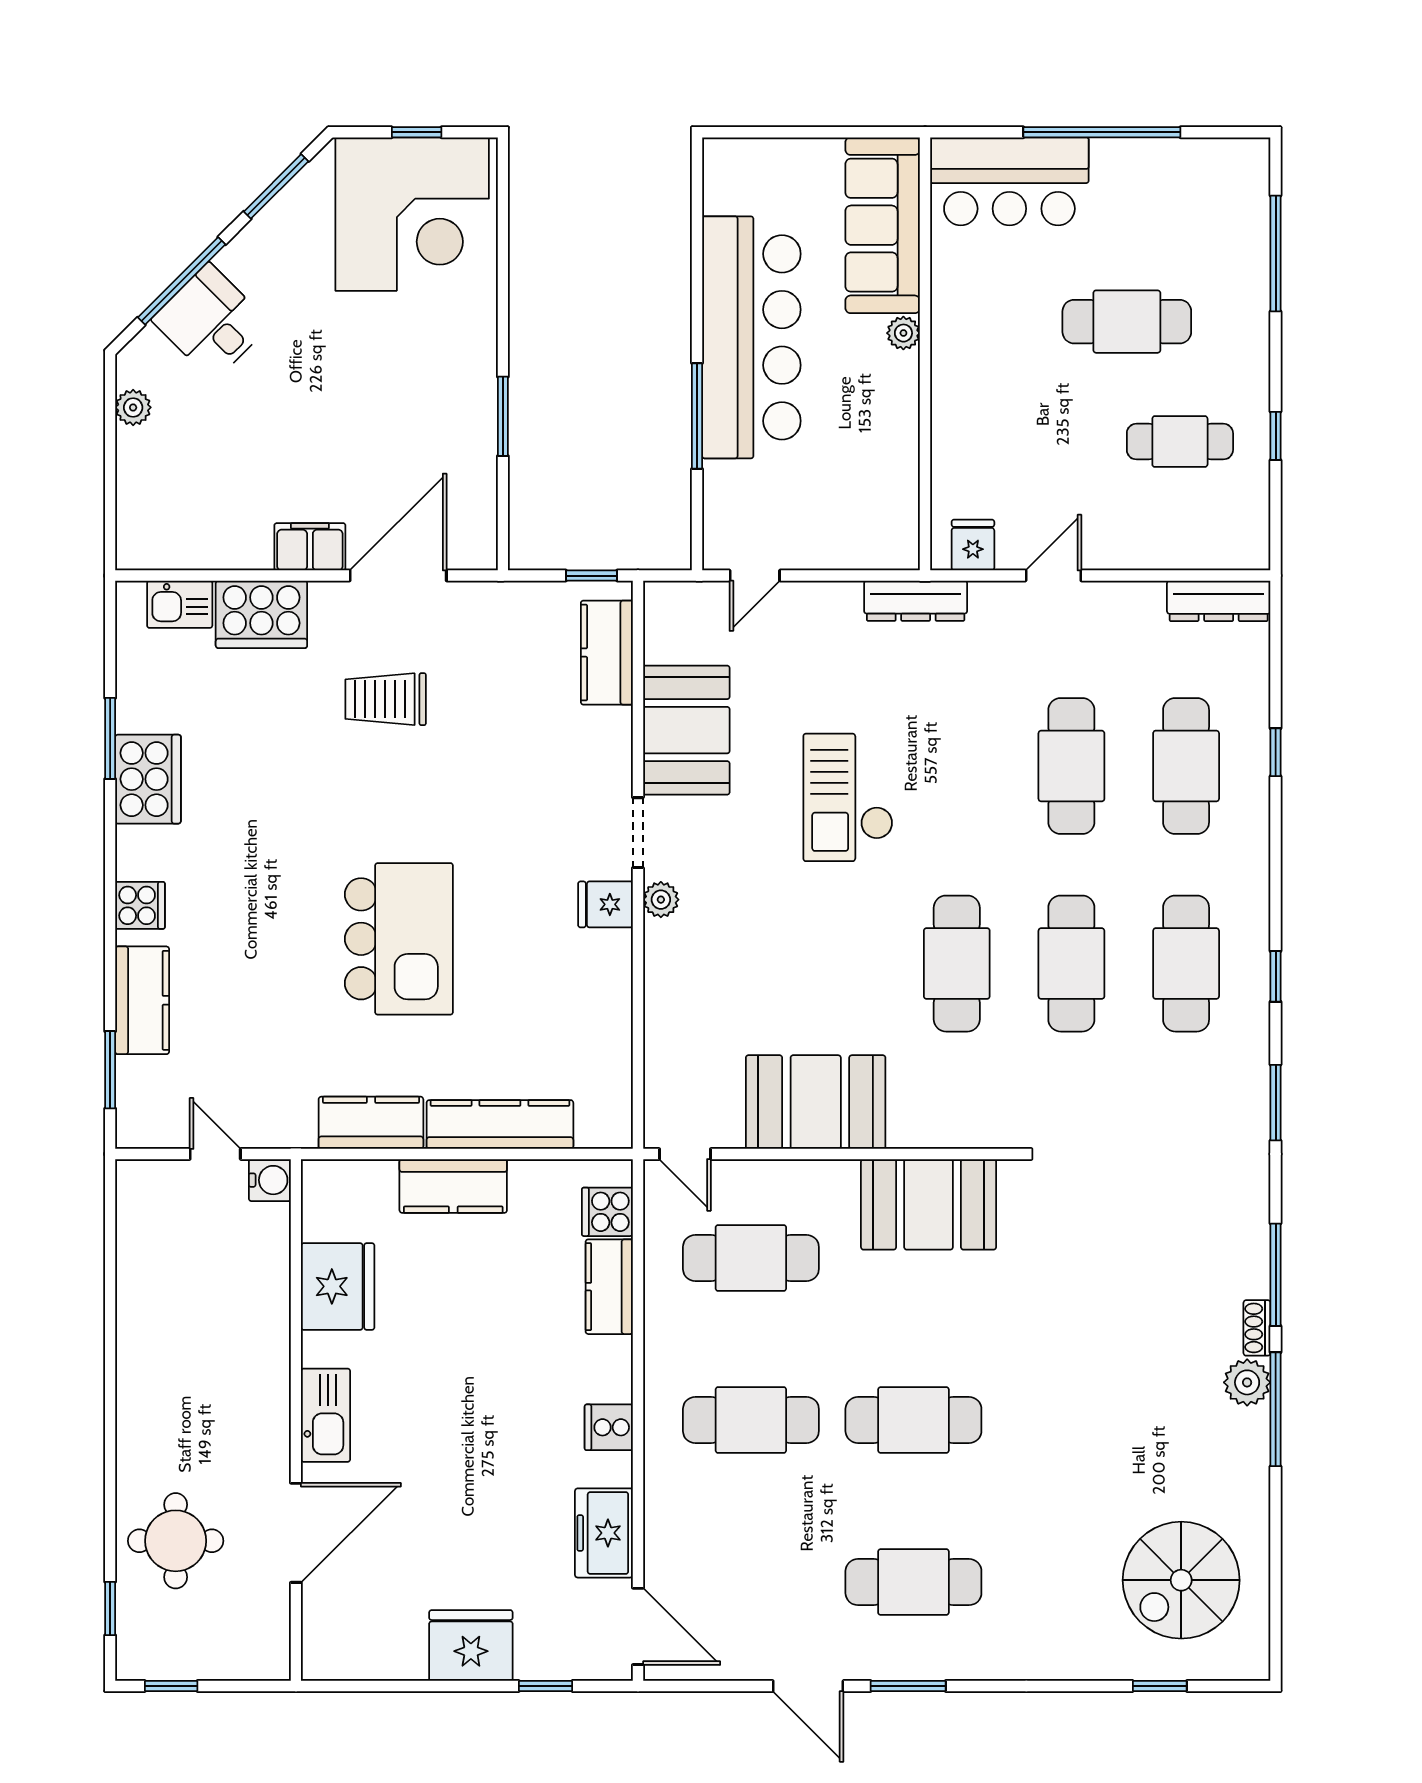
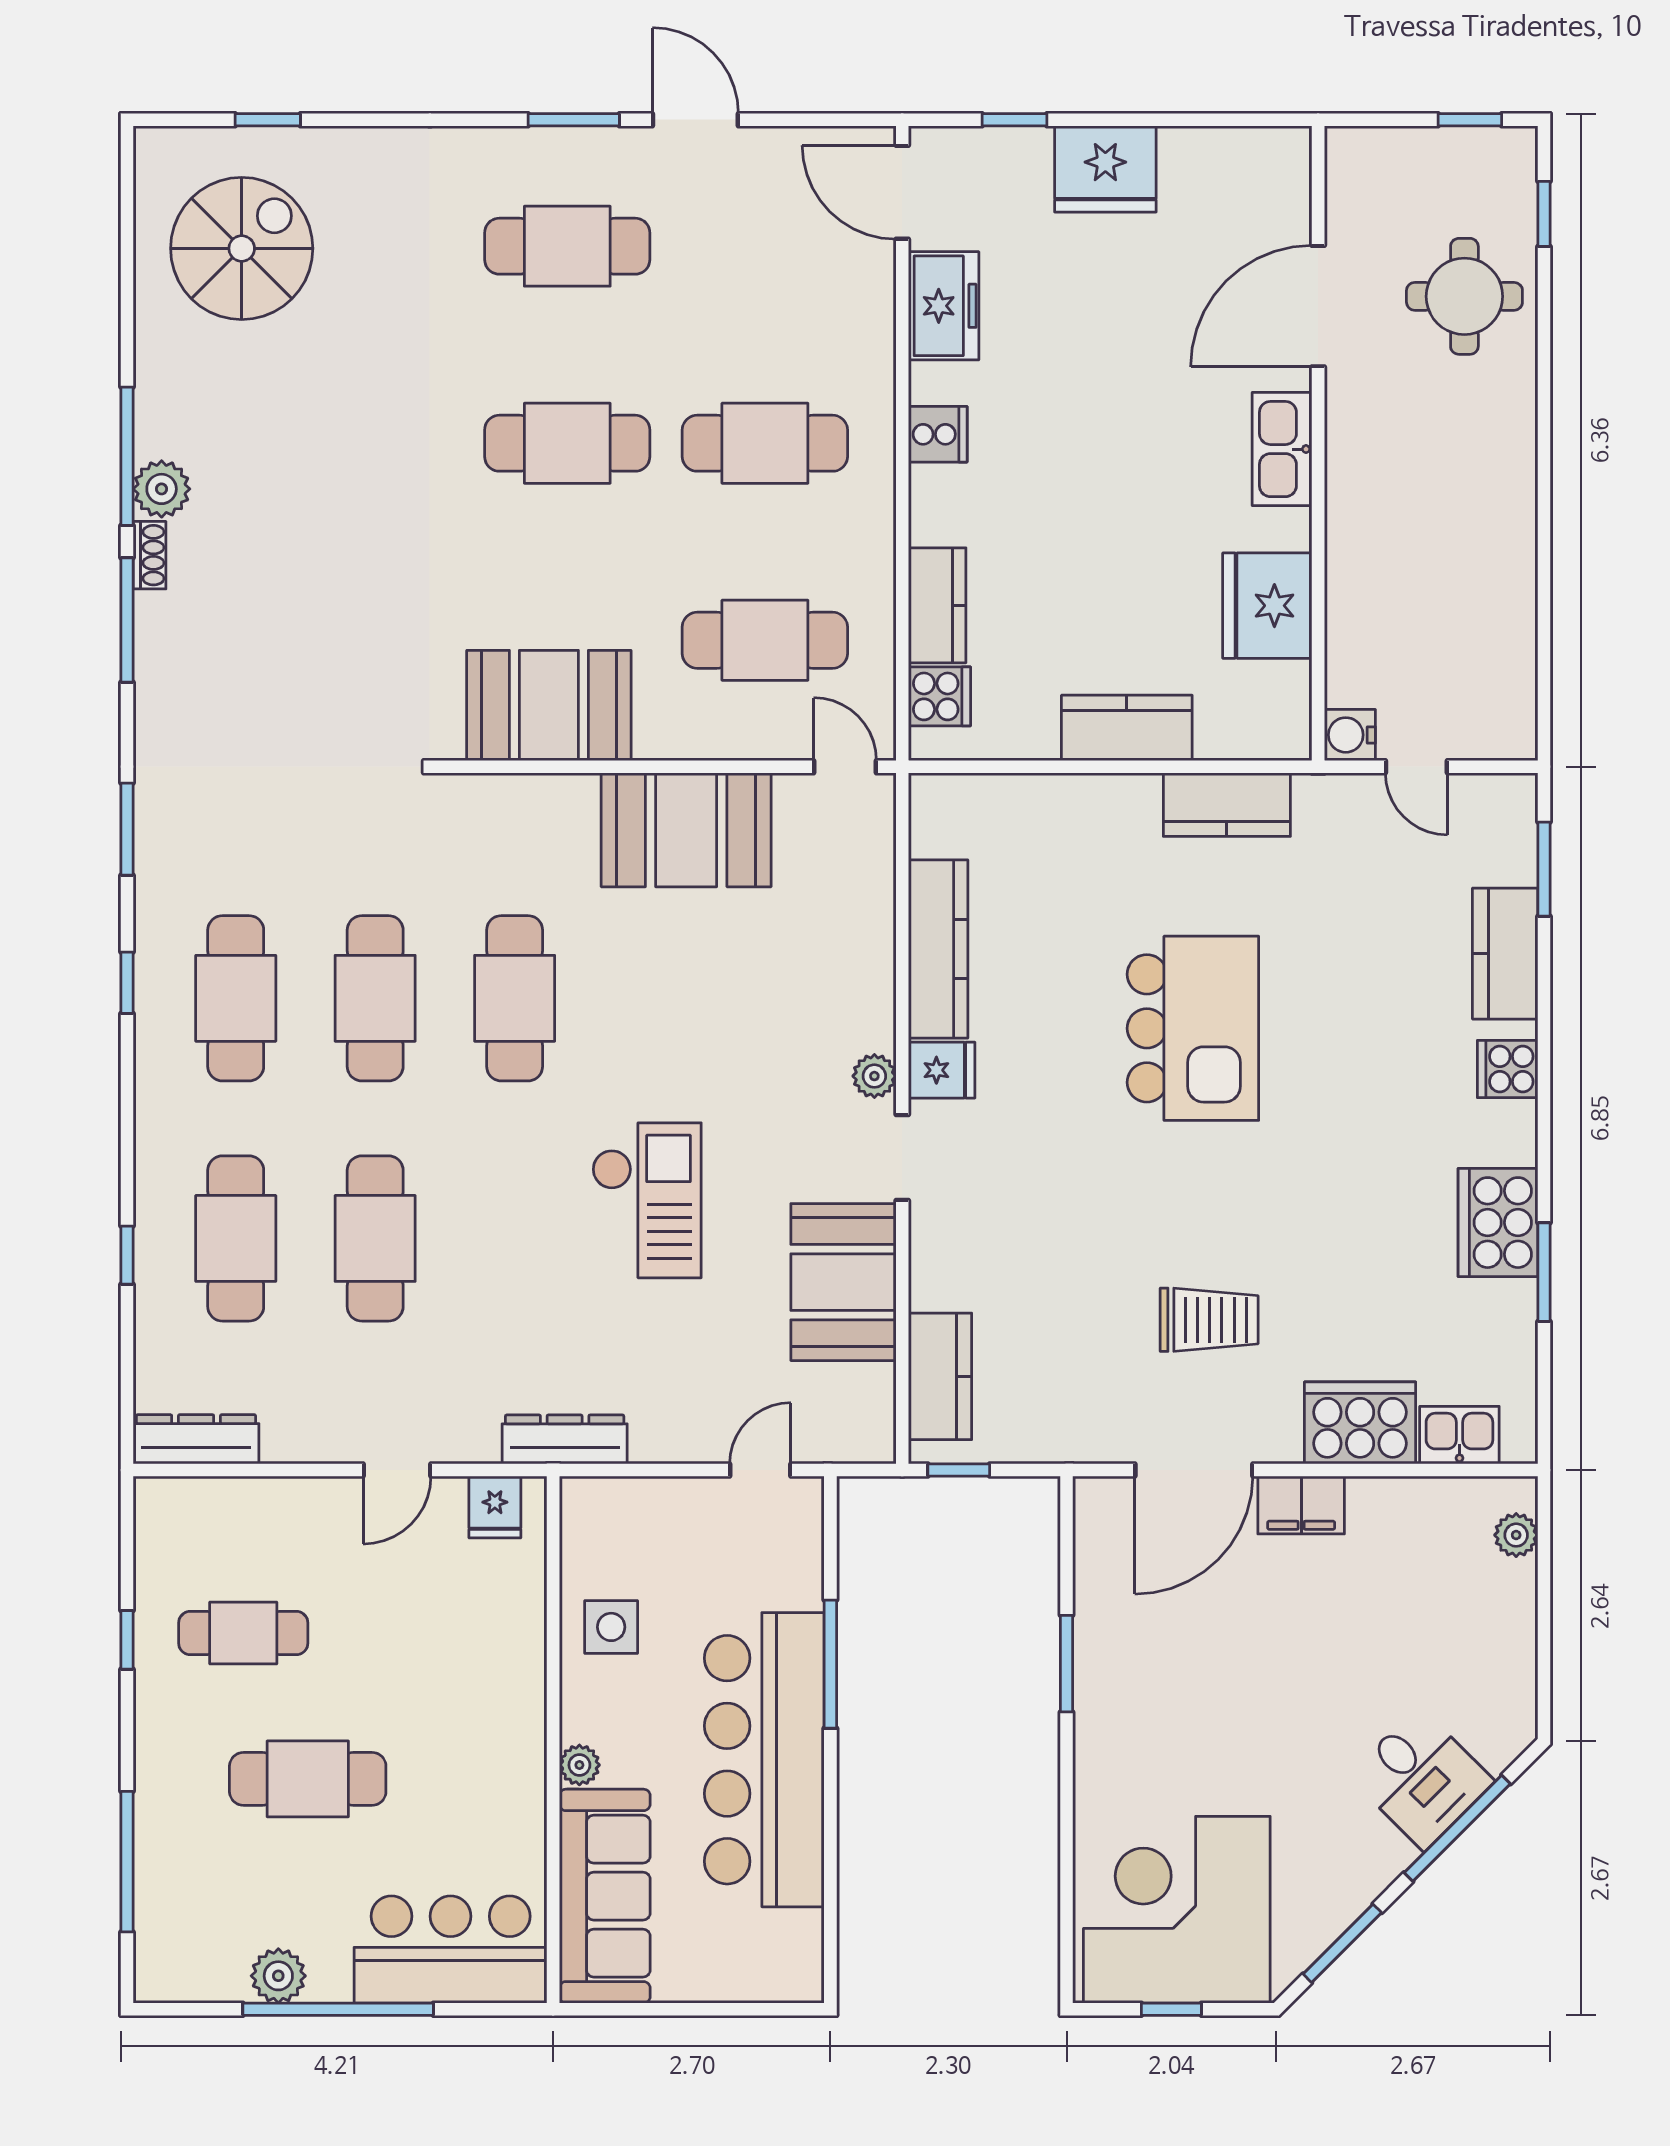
plant: (1151, 160) -> (278, 1976), added
plant: (133, 407) -> (1516, 1535), moved
side table: (877, 447) -> (611, 1627), added
kitchen island: (399, 939) -> (1193, 1028), turned 180
kitchen counter: (500, 1124) -> (938, 949), moved, turned -90

